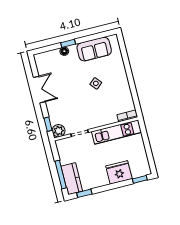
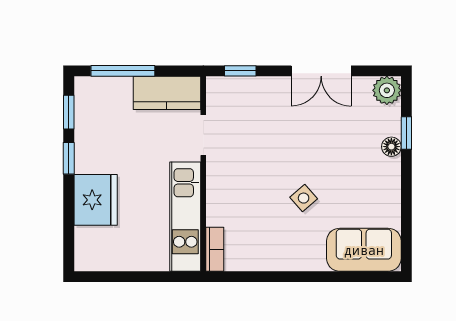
window: (68, 43) -> (406, 133), moved
sofa: (94, 49) -> (364, 250), moved, turned 90
plant: (59, 131) -> (387, 90), moved
kitchen counter: (72, 179) -> (167, 93), moved
window: (140, 179) -> (69, 158), moved

